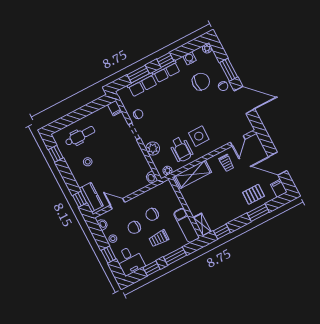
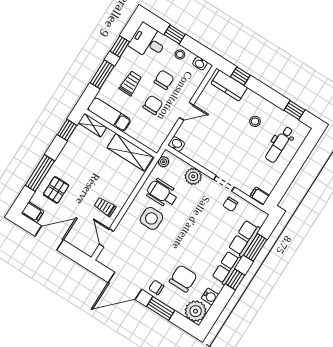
plant: (207, 48) -> (196, 311), width x1.88, depth x1.88
chair: (201, 82) -> (183, 278), turned 180
shelving: (193, 174) -> (130, 152), moved, turned 90
door: (117, 204) -> (186, 111), moved
window: (258, 213) -> (40, 173), width x1.44

